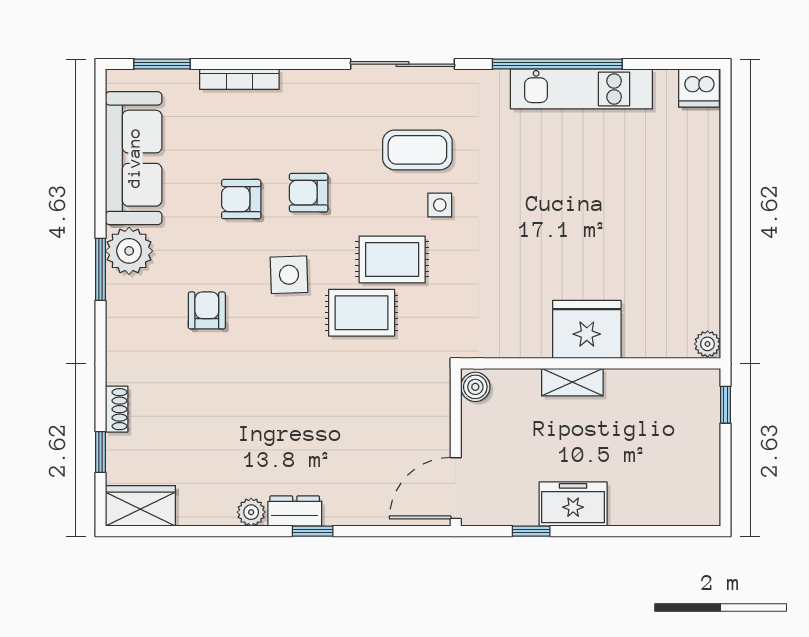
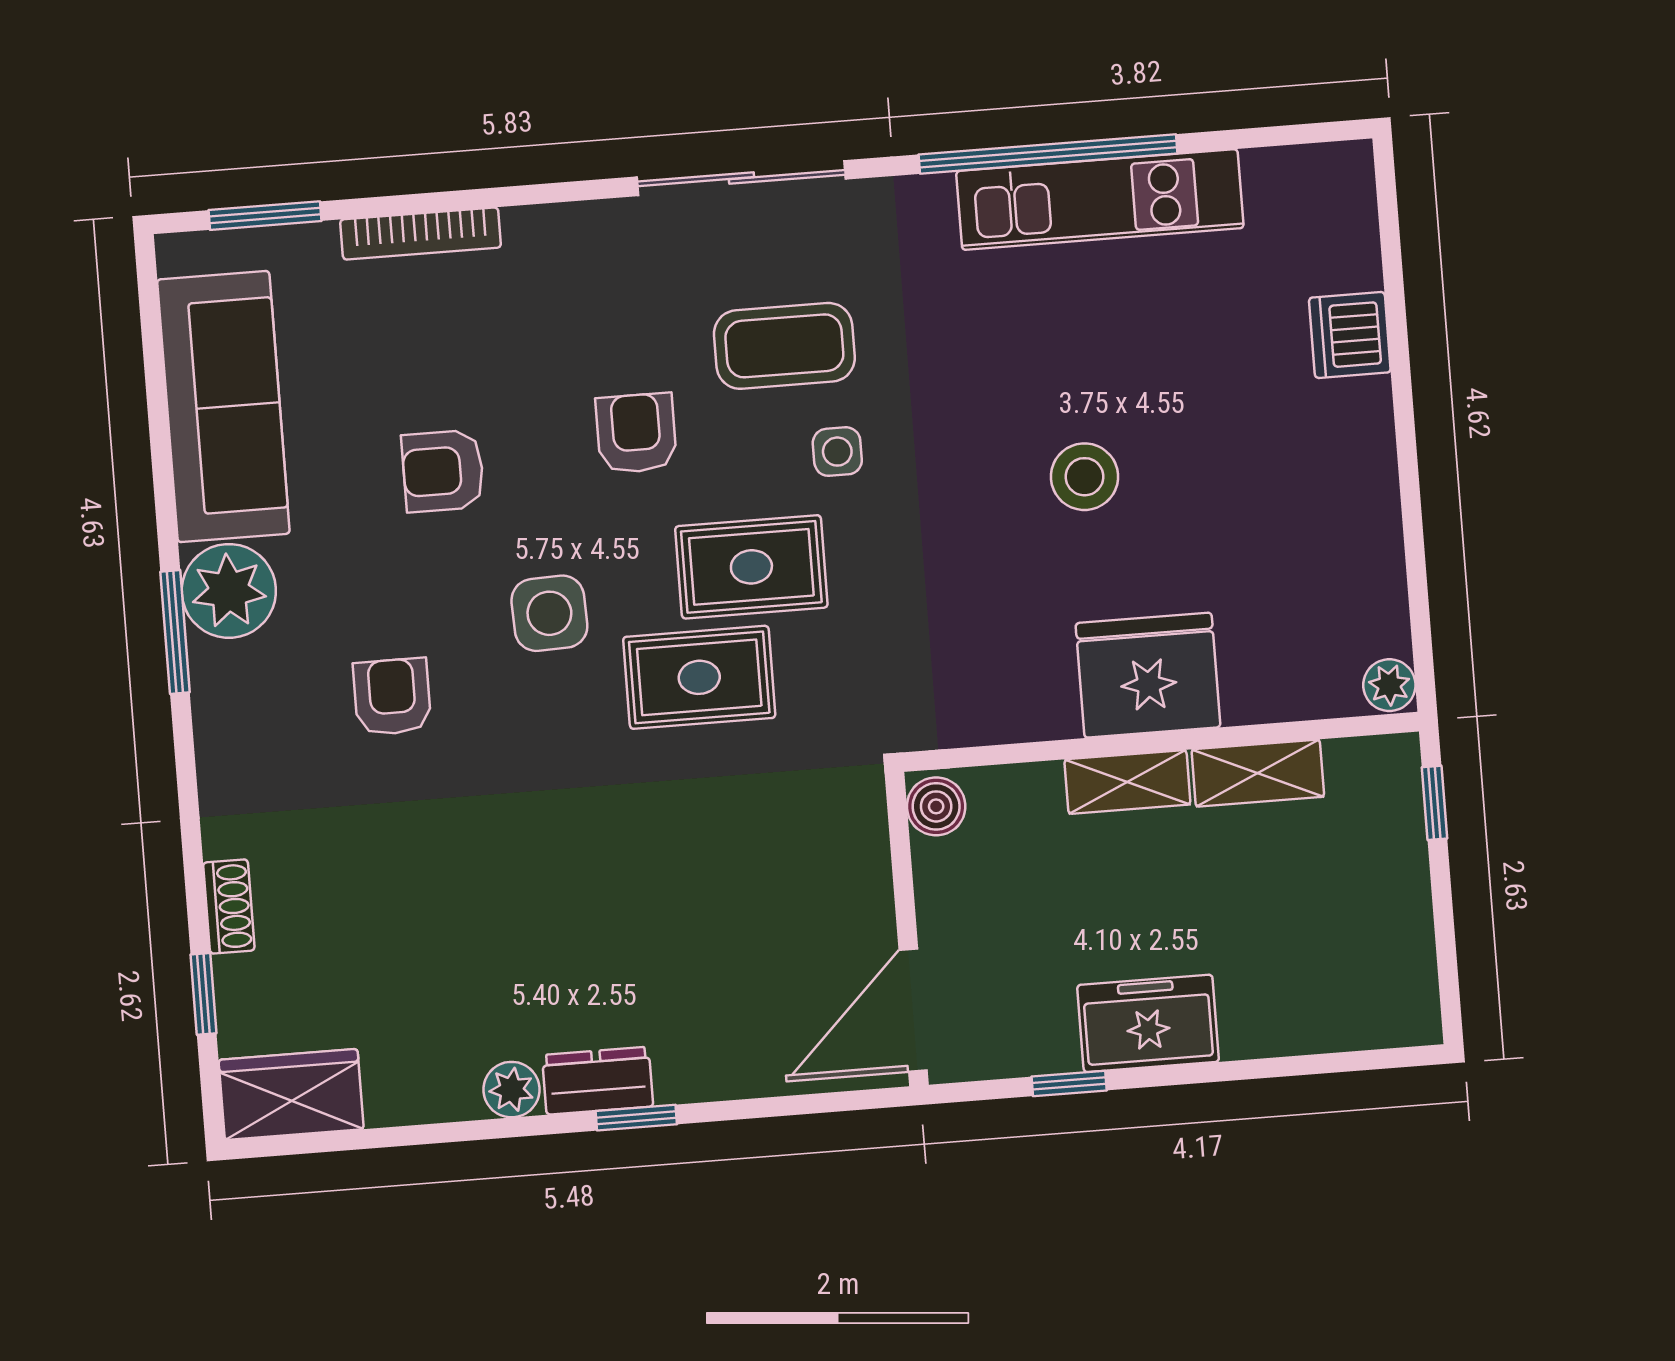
dishwasher: (699, 88) -> (1350, 335), moved, turned 90
armchair: (309, 193) -> (636, 433), moved, turned 90
stool: (563, 227) -> (1084, 477), added
shelving: (638, 383) -> (1258, 773), added

